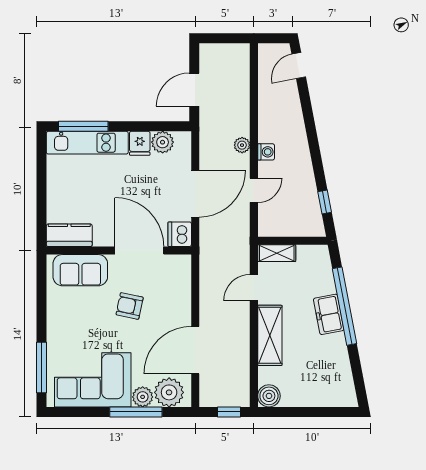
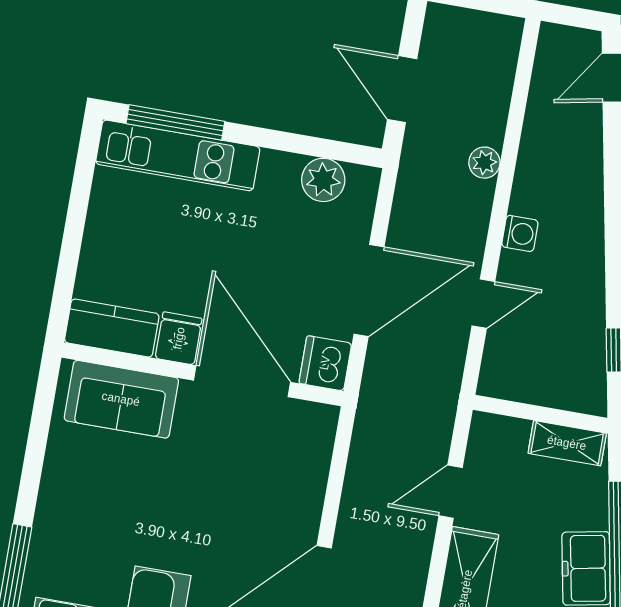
door: (194, 90) -> (402, 89), hinge flipped
fridge: (140, 143) -> (179, 338), moved, turned 180
plant: (242, 145) -> (484, 163), moved
shelving: (277, 253) -> (567, 443), moved
armchair: (130, 306) -> (204, 485), removed

